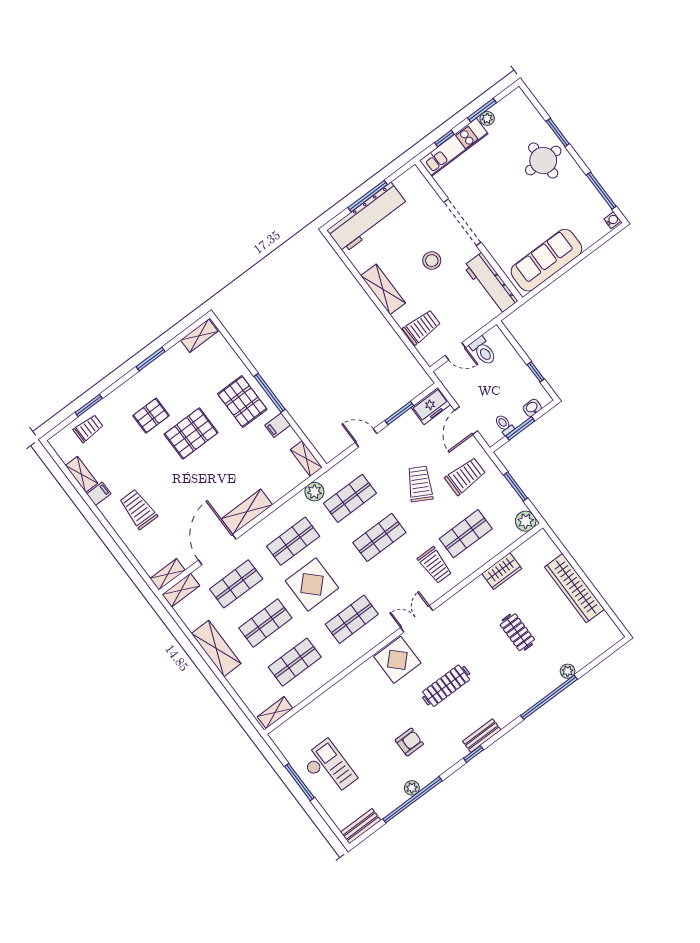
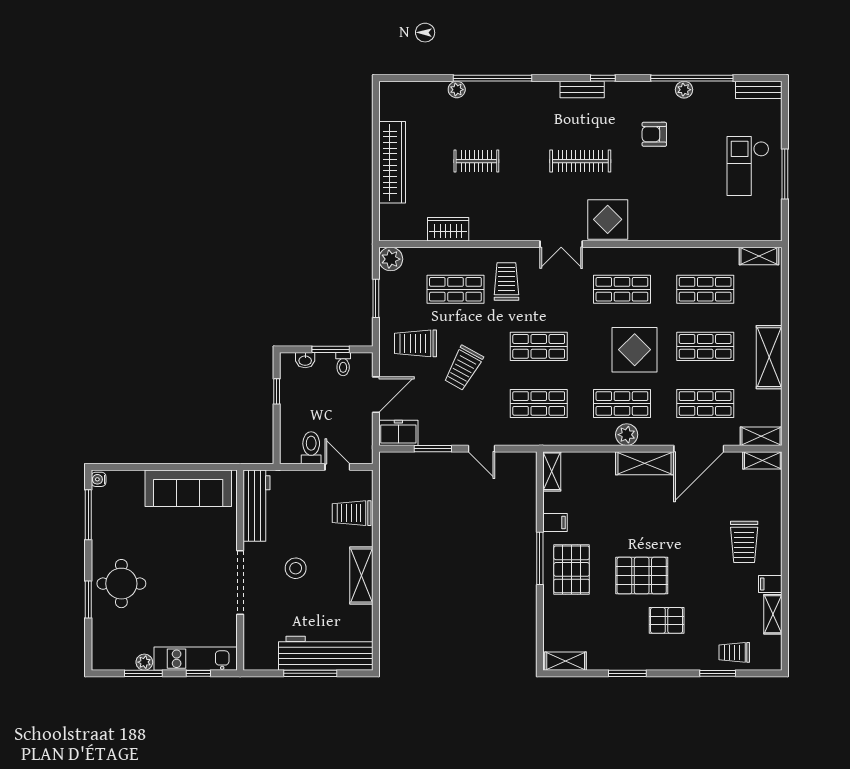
plant: (314, 492) -> (627, 435), moved
clothes rail: (517, 632) -> (476, 161), turned 90

